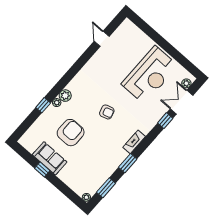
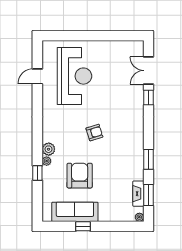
door: (102, 39) -> (37, 76), hinge flipped
reception desk: (150, 75) -> (74, 76), moved
plant: (186, 83) -> (139, 52), removed
fireplace: (134, 142) -> (138, 194), moved
sofa: (50, 158) -> (75, 212), width x1.36

